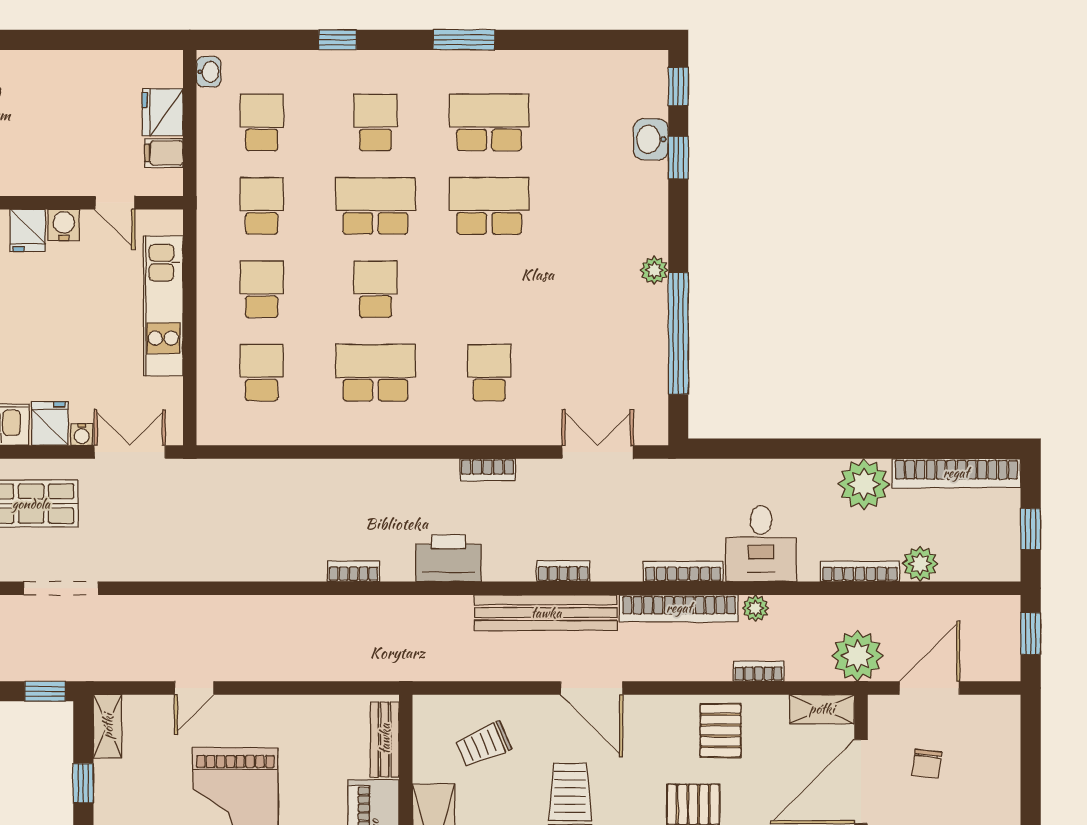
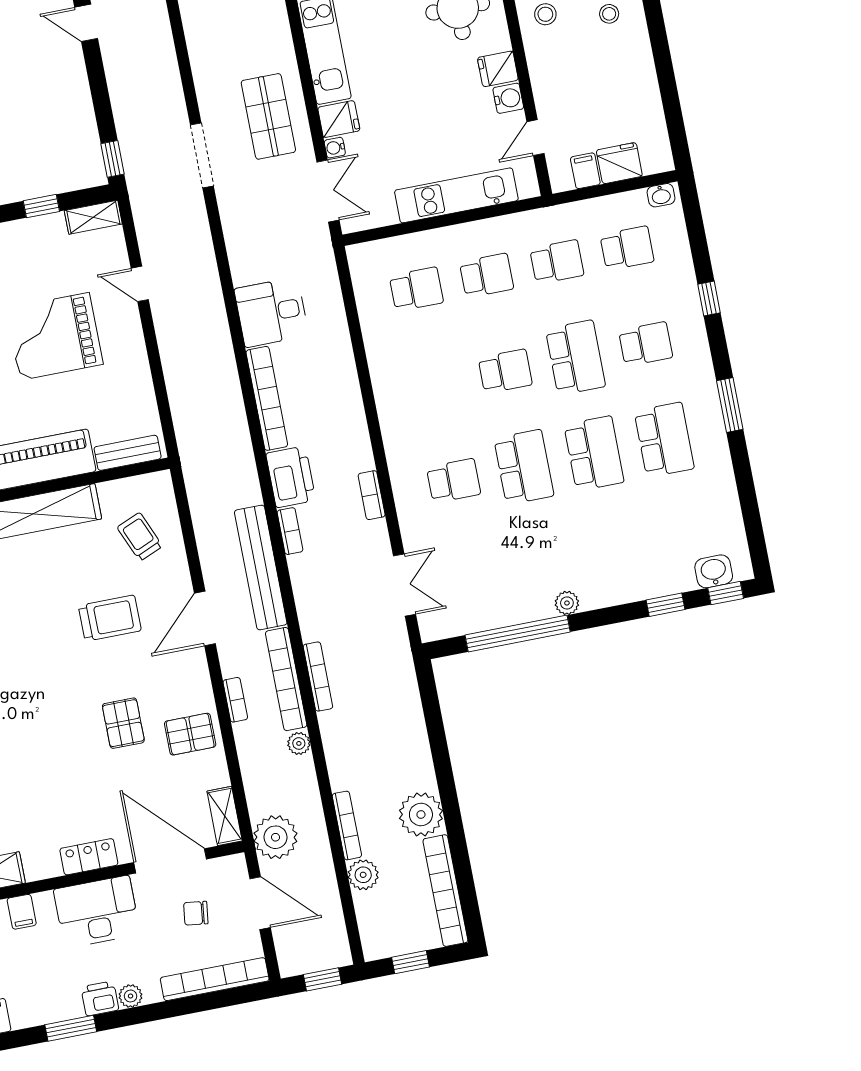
washbasin: (651, 139) -> (714, 571), moved
school desk: (375, 373) -> (524, 467), moved
desk: (761, 544) -> (271, 312), moved
bookcase: (354, 571) -> (267, 398), width x2.31, depth x1.31
bookcase: (563, 571) -> (290, 531), moved
bookcase: (759, 671) -> (235, 700), moved
bookcase: (1006, 757) -> (215, 979), added

